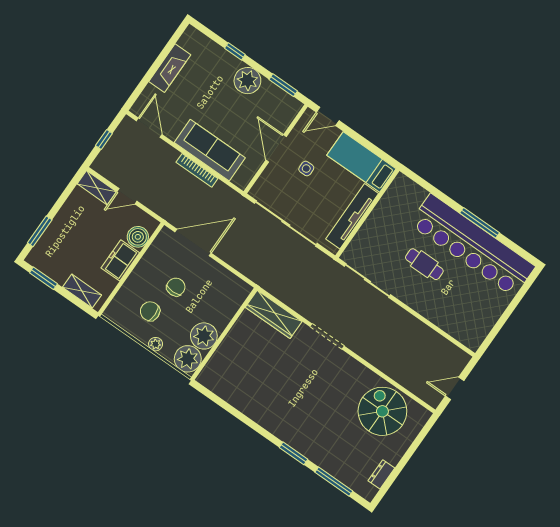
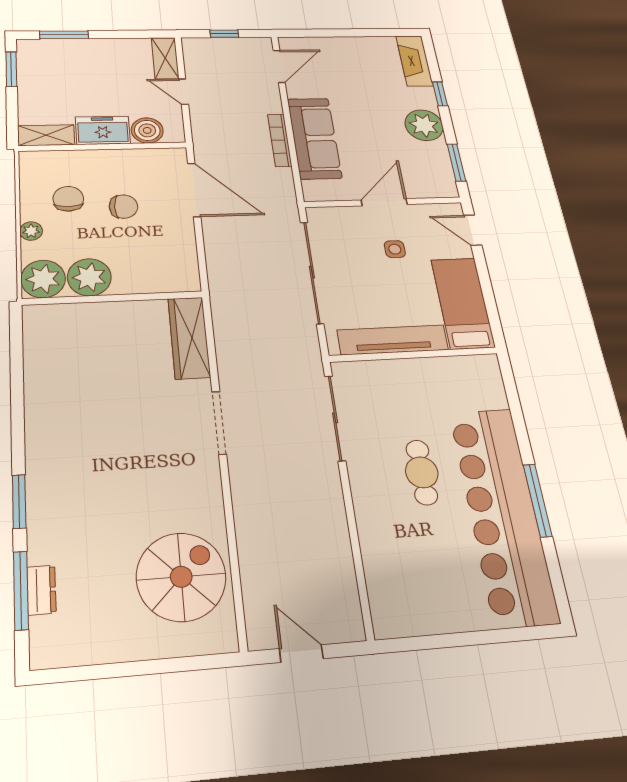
fireplace: (170, 68) -> (414, 61), moved, turned 90
shelving: (82, 291) -> (46, 135), moved, turned 90
dresser: (381, 474) -> (41, 590), moved, turned 90

